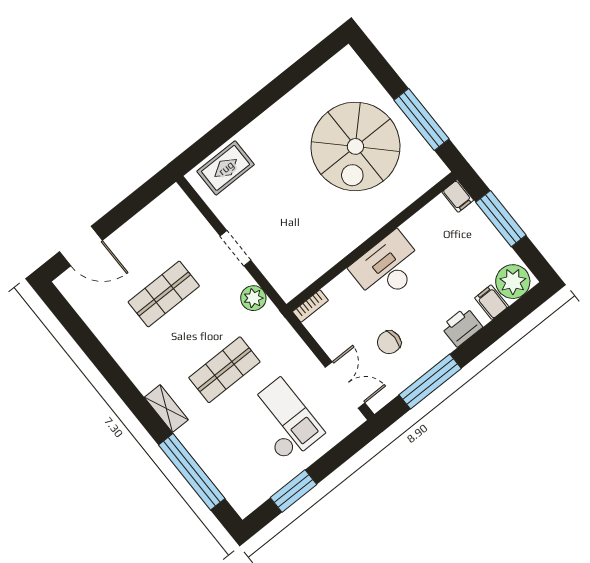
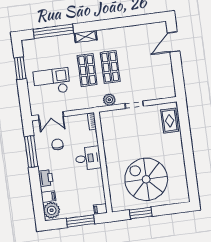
window: (421, 120) -> (141, 213), width x0.69
desk: (388, 267) -> (88, 158), width x0.73
shop shelf: (164, 294) -> (110, 67), moved
checkout: (283, 420) -> (52, 82), turned 180

